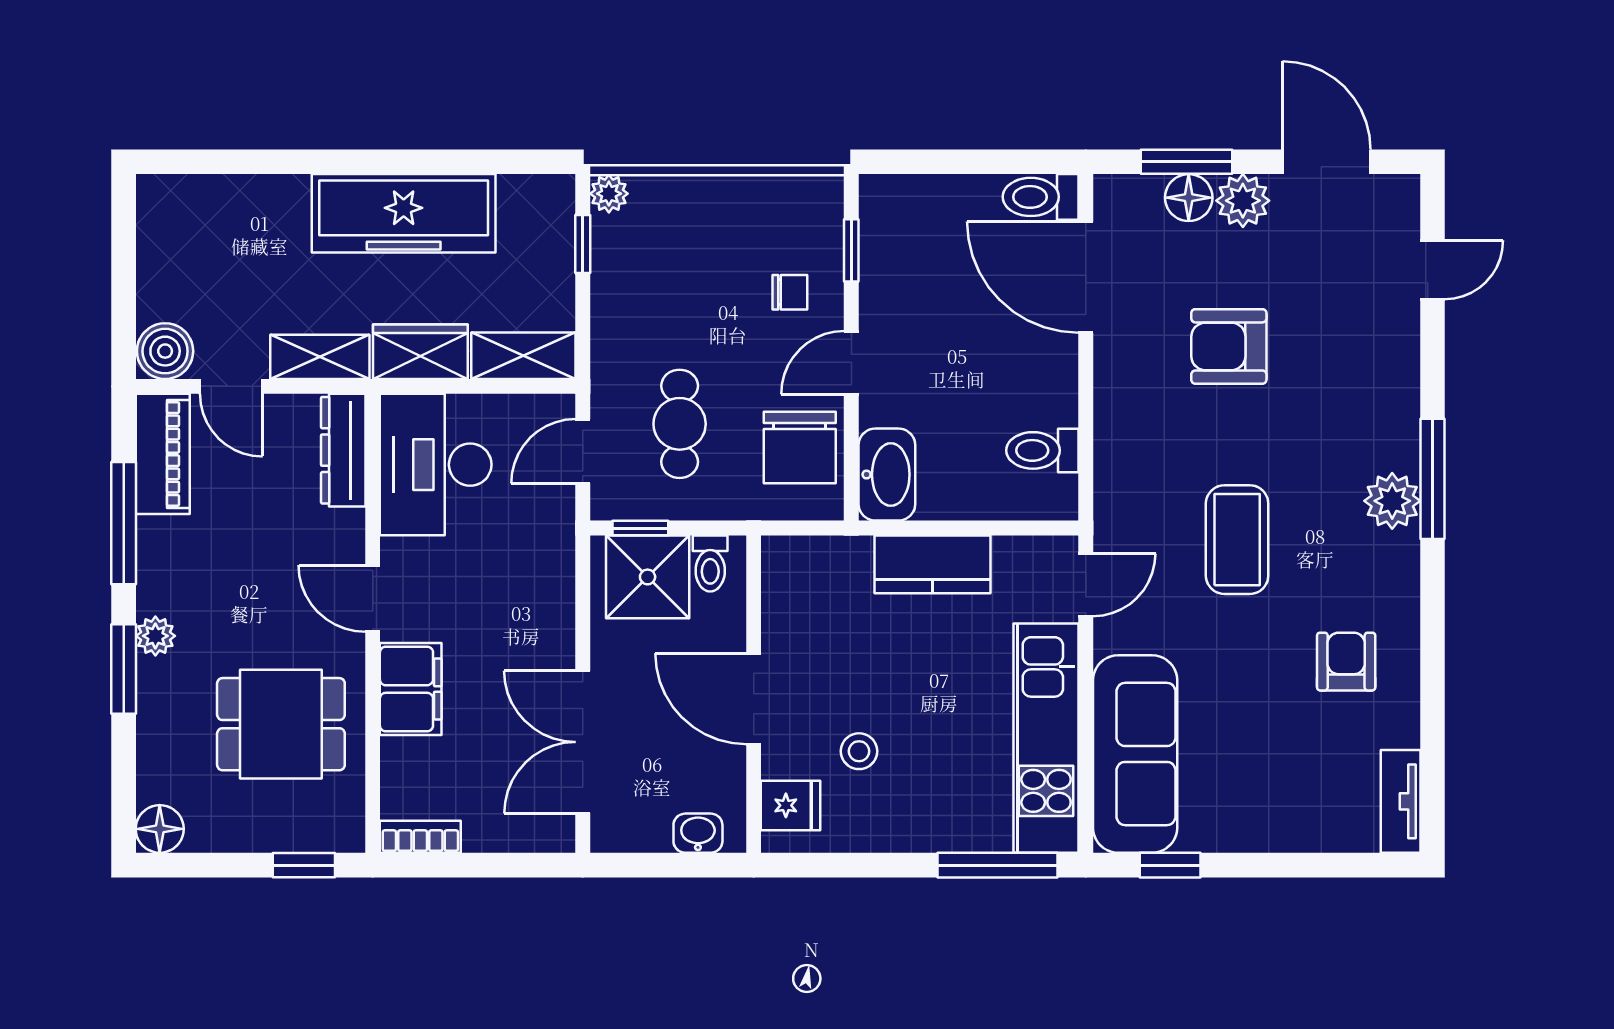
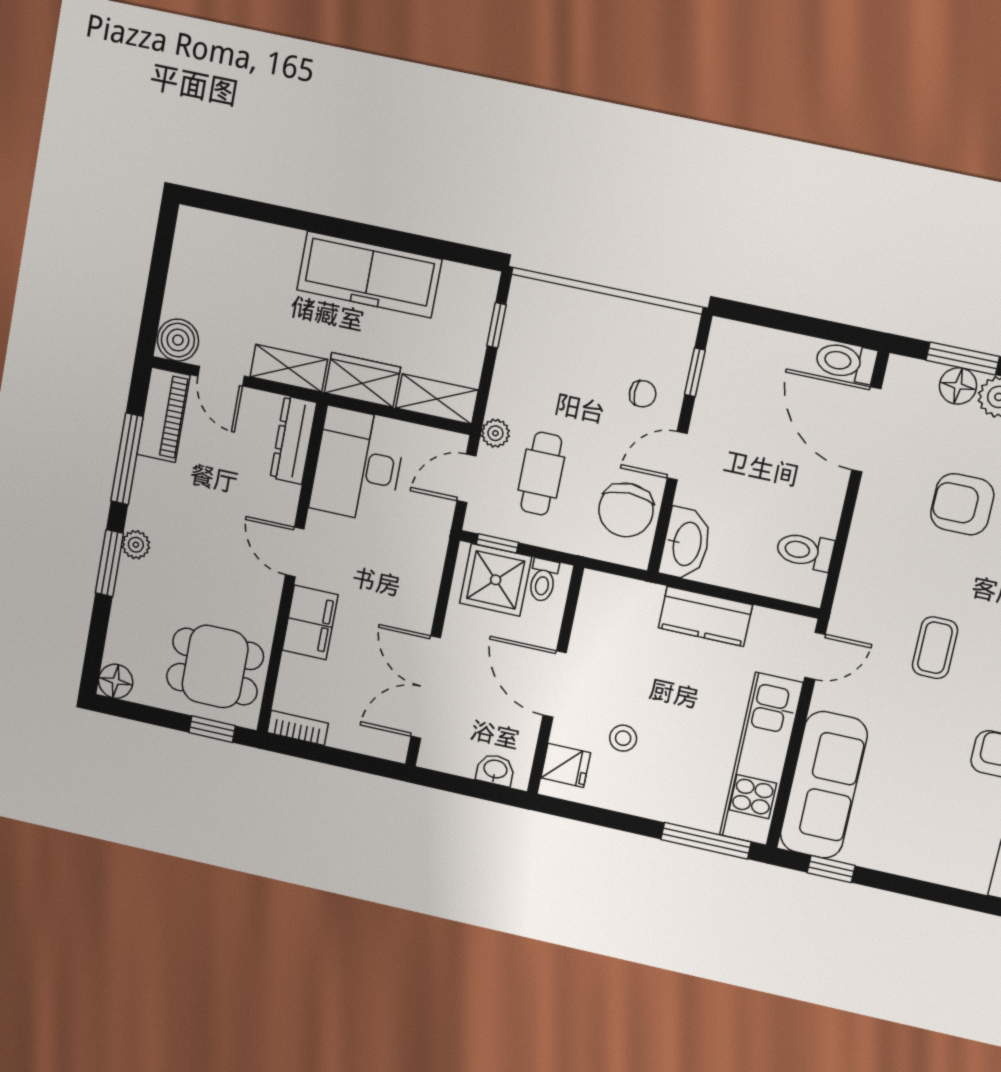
plant: (609, 194) -> (495, 433), moved
coffee table: (1237, 540) -> (935, 648), width x0.73, depth x0.77
dining table: (281, 724) -> (215, 667), moved

